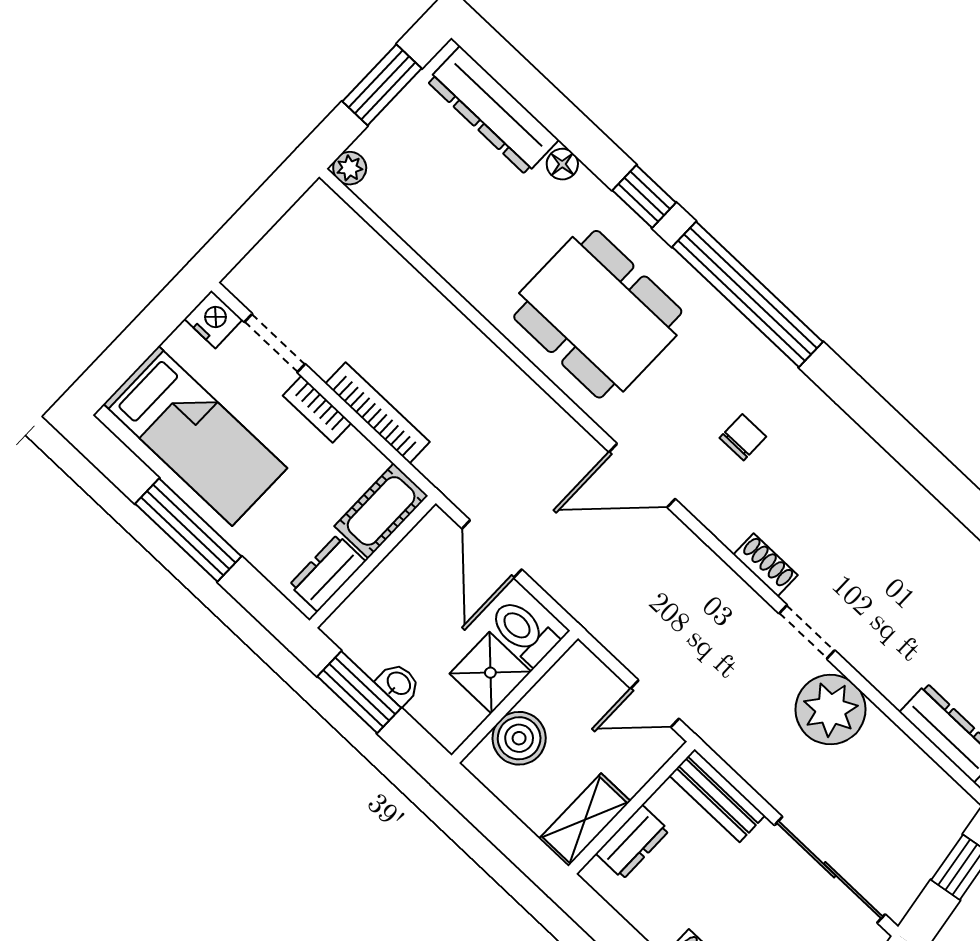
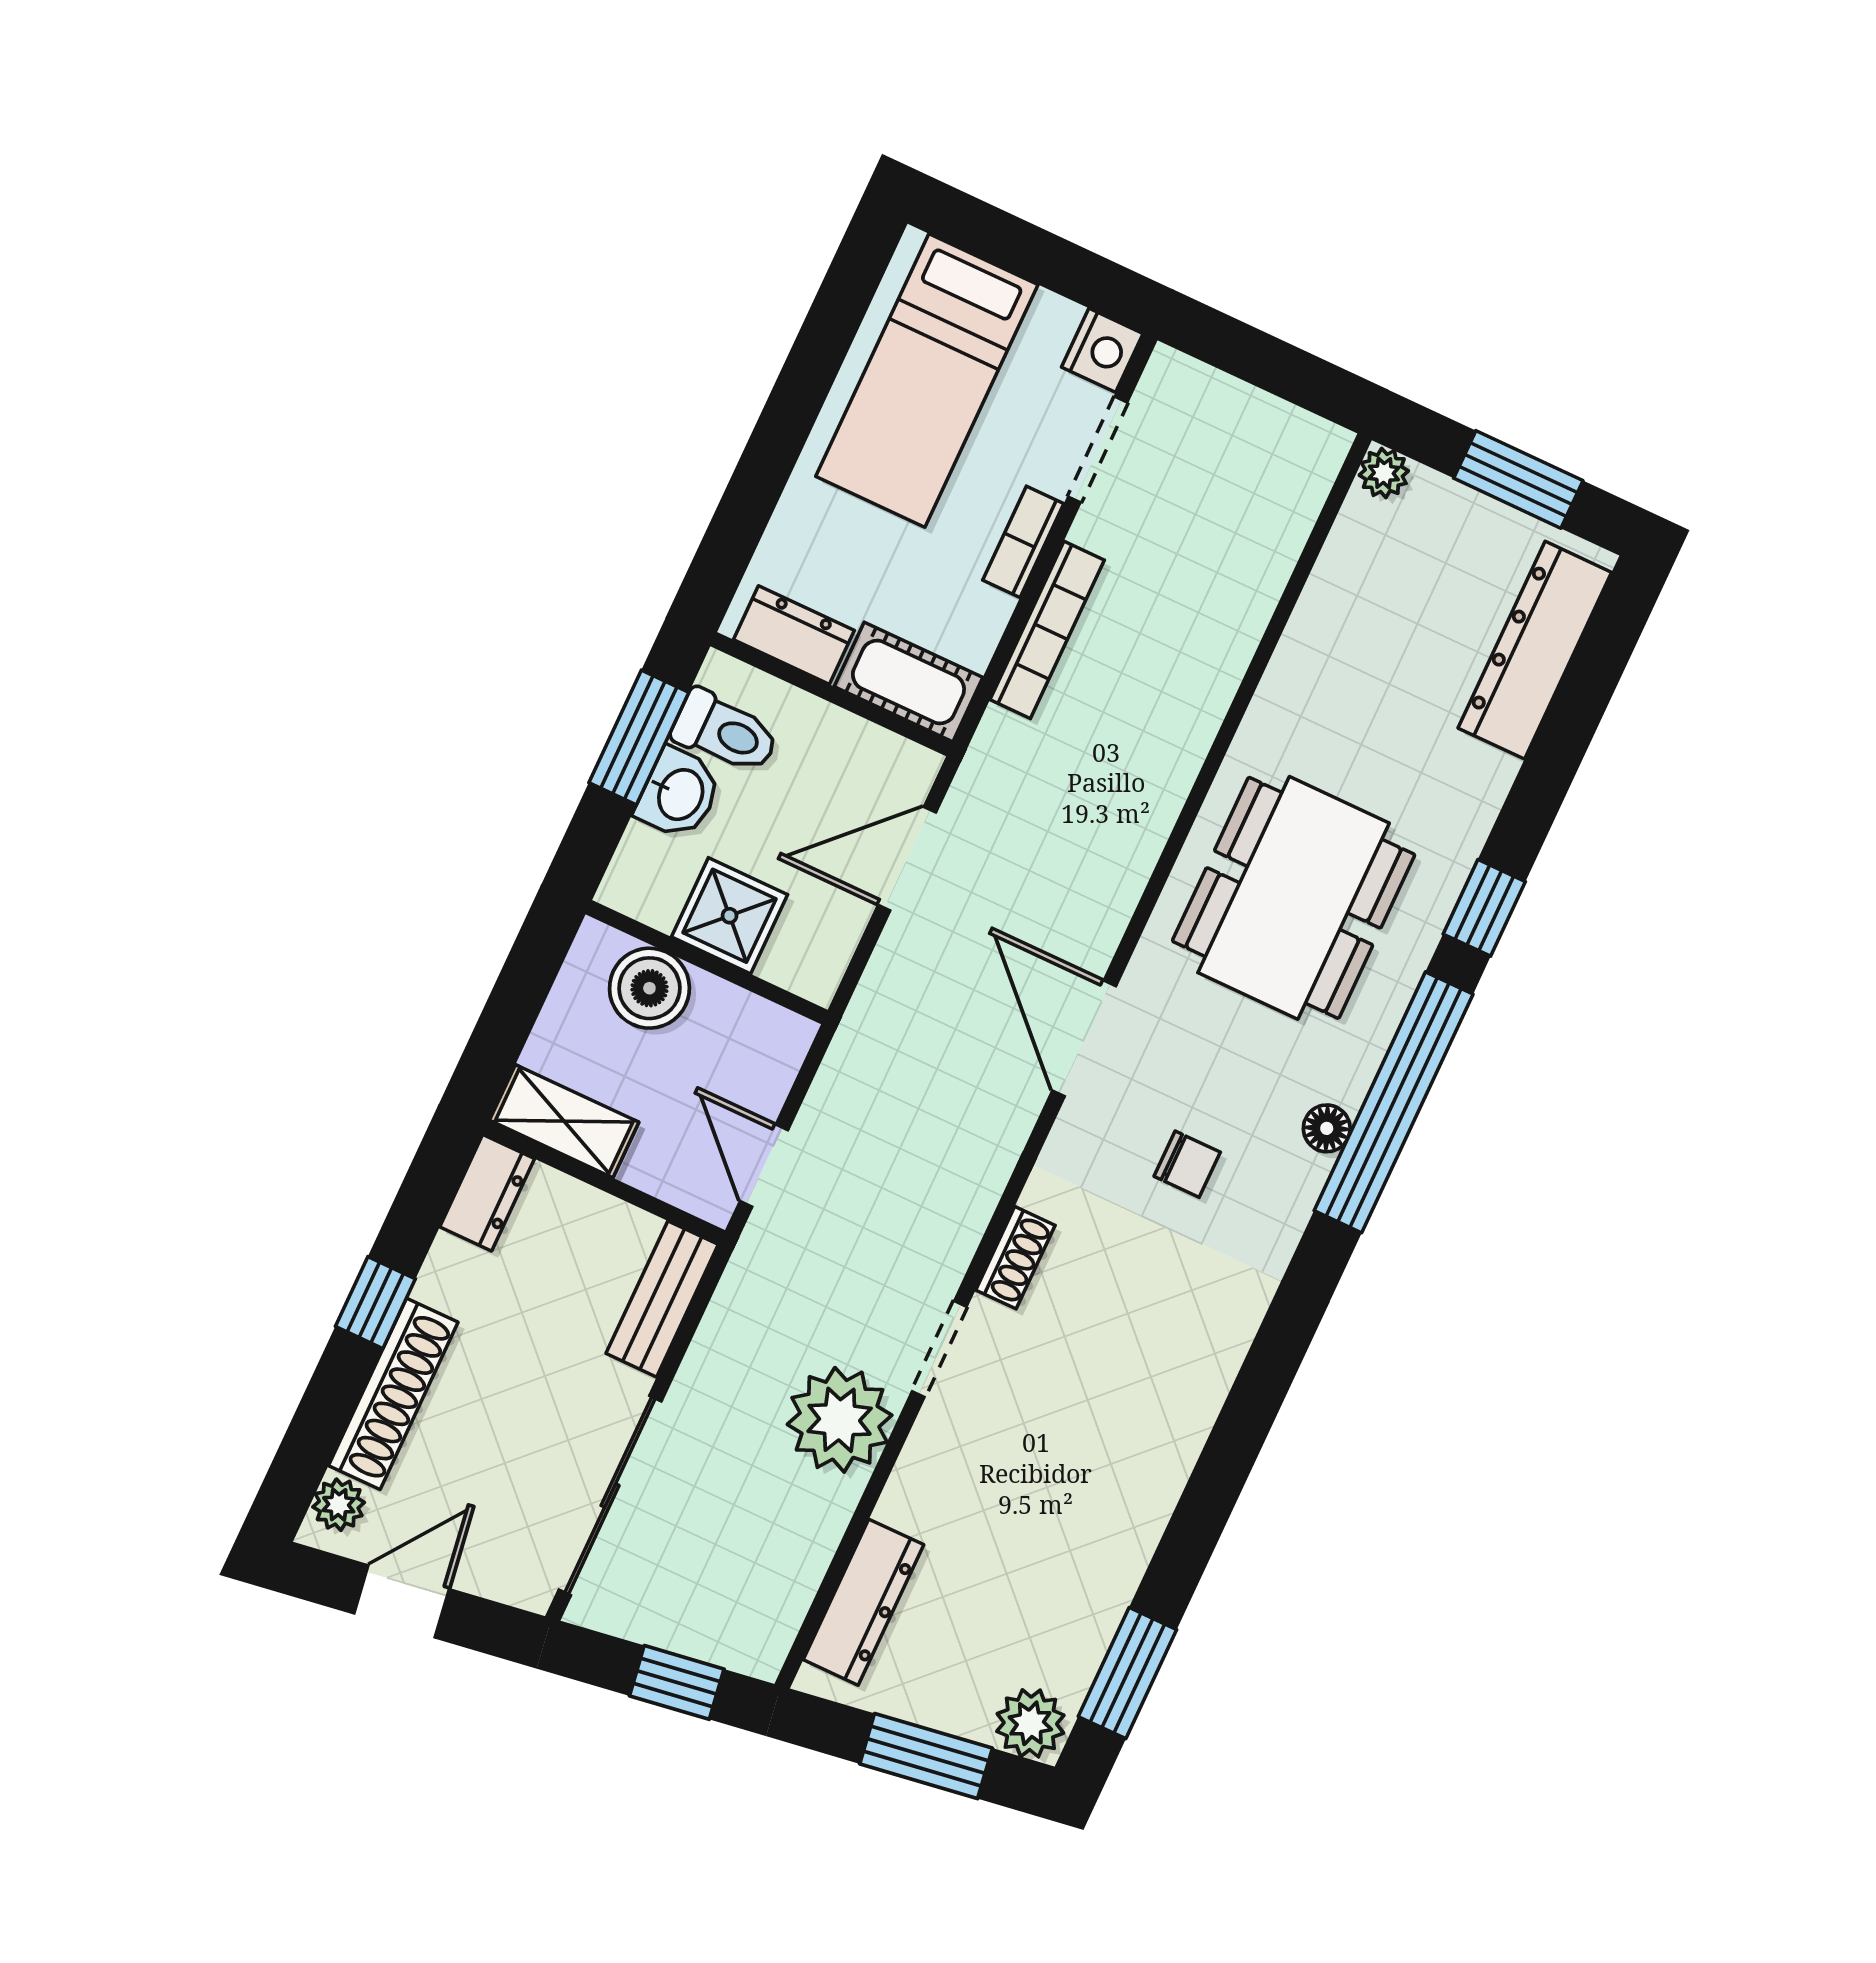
floor lamp: (562, 164) -> (1327, 1128), moved
window: (188, 530) -> (789, 415), removed
toilet: (524, 632) -> (725, 732), moved, turned 90
washbasin: (398, 684) -> (679, 794), width x1.38, depth x1.45
dresser: (632, 842) -> (487, 1193), moved, turned -90

